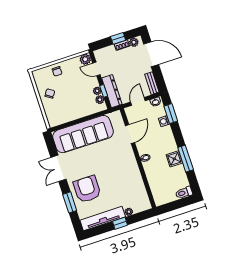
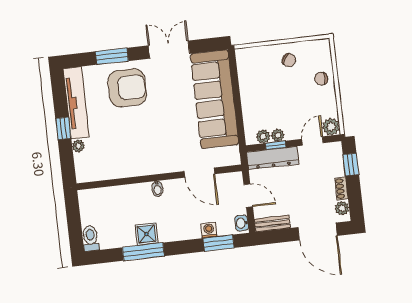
window: (118, 38) -> (351, 164), moved
door: (151, 54) -> (318, 232), hinge flipped

